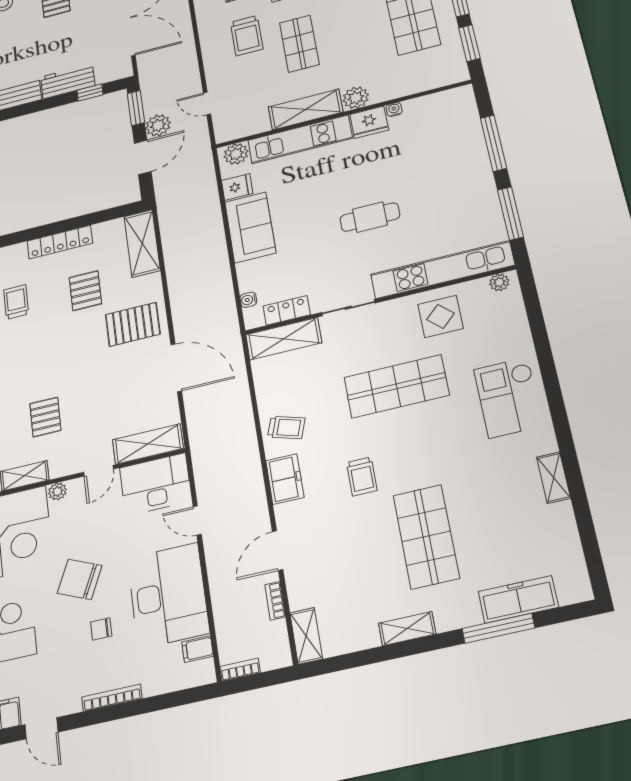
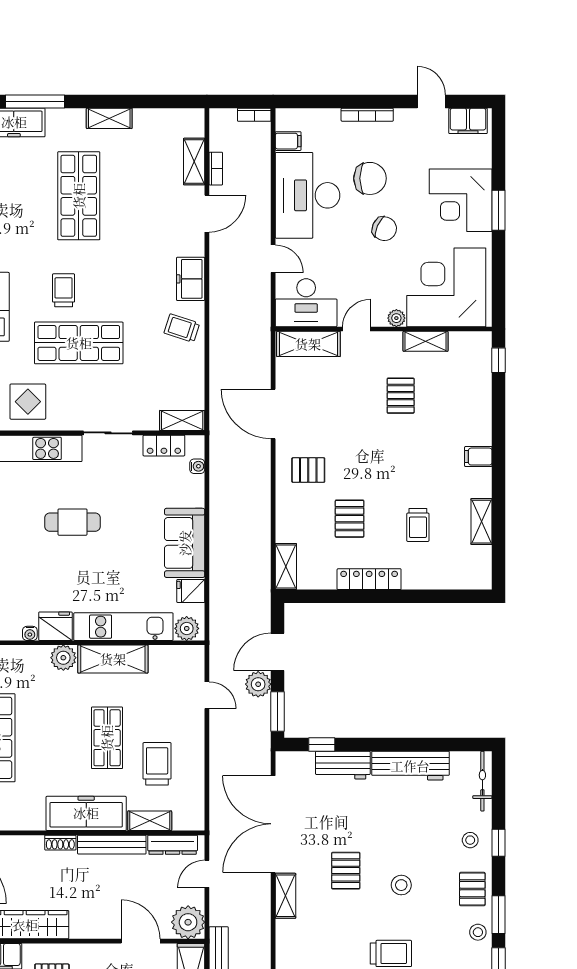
shelving: (142, 243) -> (286, 567), width x0.67, depth x0.75
pallet: (133, 324) -> (308, 470), width x0.67, depth x0.71
shelving: (284, 339) -> (182, 421), width x0.67, depth x0.75
trolley: (362, 476) -> (64, 290), moved
chair: (80, 579) -> (384, 229), width x0.73, depth x0.73
chair: (101, 629) -> (370, 178), width x1.87, depth x1.87
shelving: (306, 636) -> (194, 162), moved

